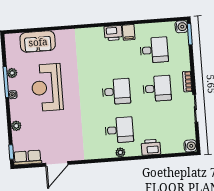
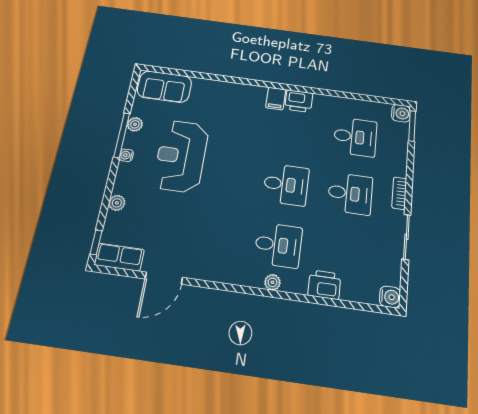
filing cabinet: (129, 32) -> (276, 99), moved
sofa: (38, 42) -> (164, 87), moved

